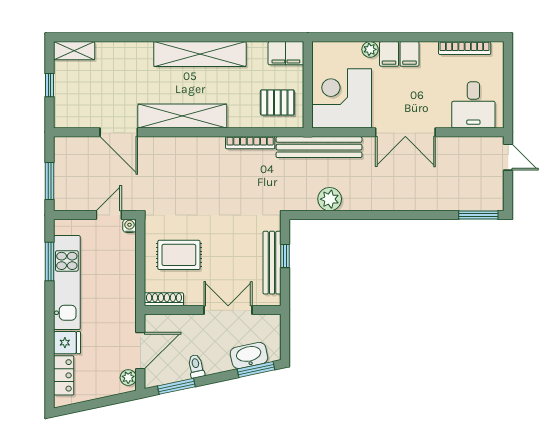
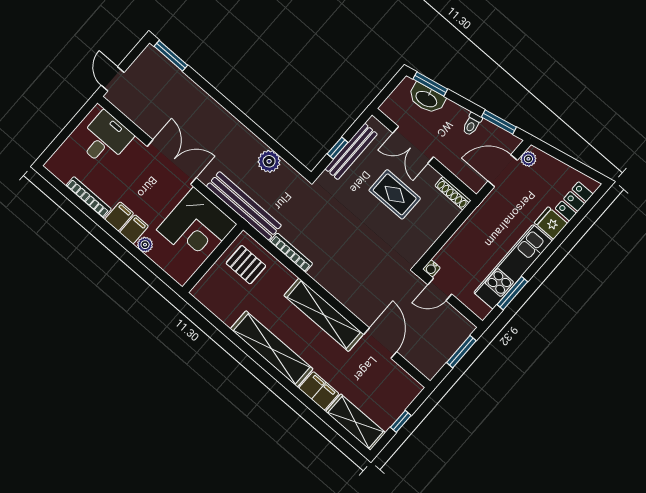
bookcase: (465, 48) -> (89, 197), moved
shelving: (74, 51) -> (356, 422), width x1.50, depth x1.33
filing cabinet: (286, 53) -> (319, 391), moved
rug: (179, 255) -> (395, 194), moved

